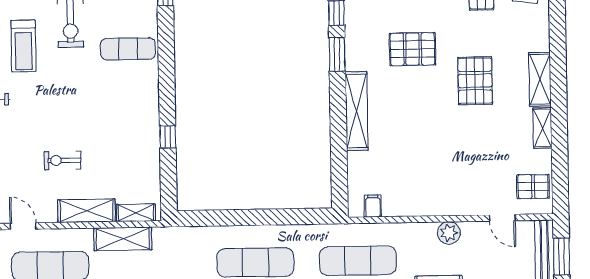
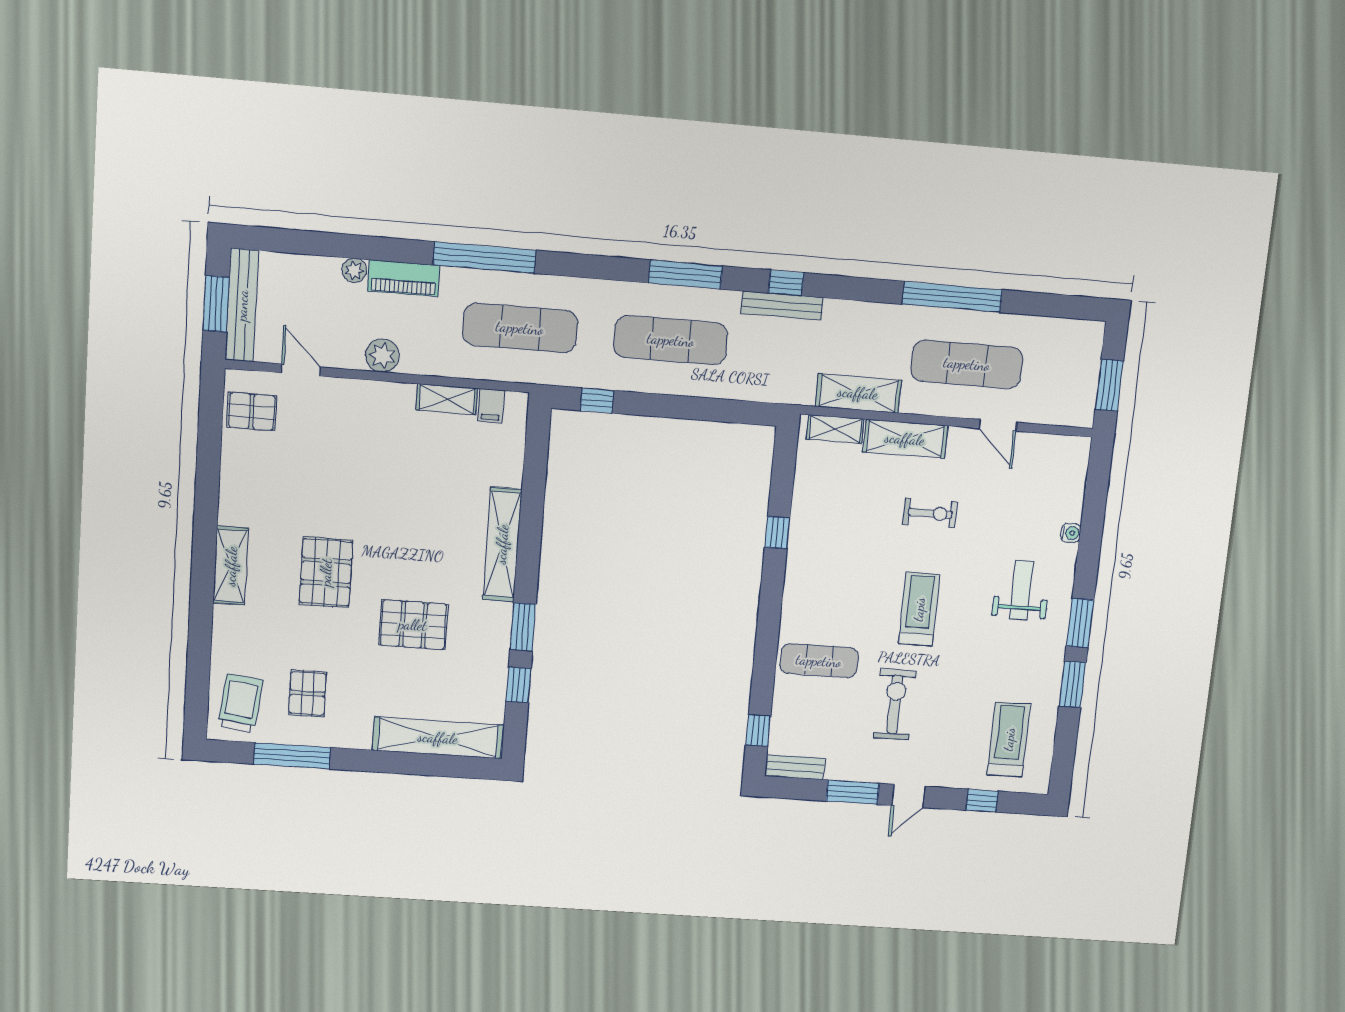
treadmill: (24, 46) -> (919, 609), moved
shelving: (542, 128) -> (447, 399), moved, turned 90
window: (301, 217) -> (597, 401), added

